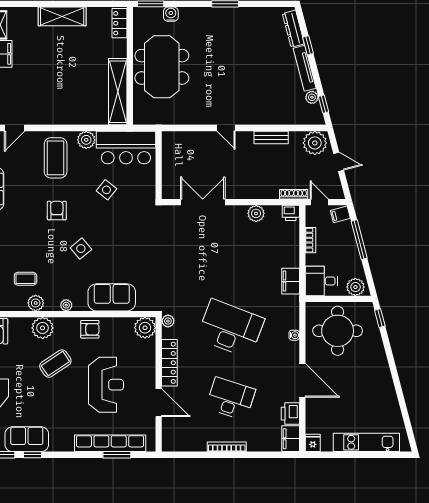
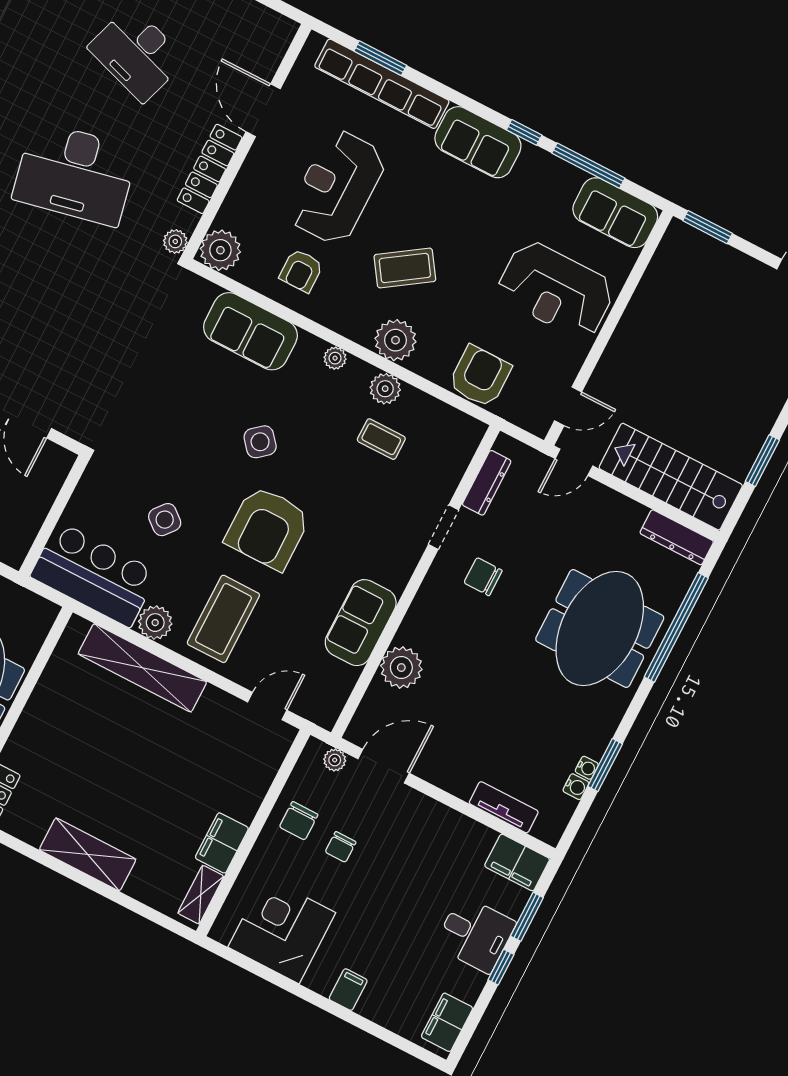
shelving: (118, 92) -> (142, 668), moved, turned 90
armchair: (57, 211) -> (268, 528), width x1.88, depth x1.88
desk: (231, 328) -> (75, 174), turned -33
armchair: (90, 329) -> (301, 271), moved, turned -90
sofa: (27, 439) -> (478, 142), moved

